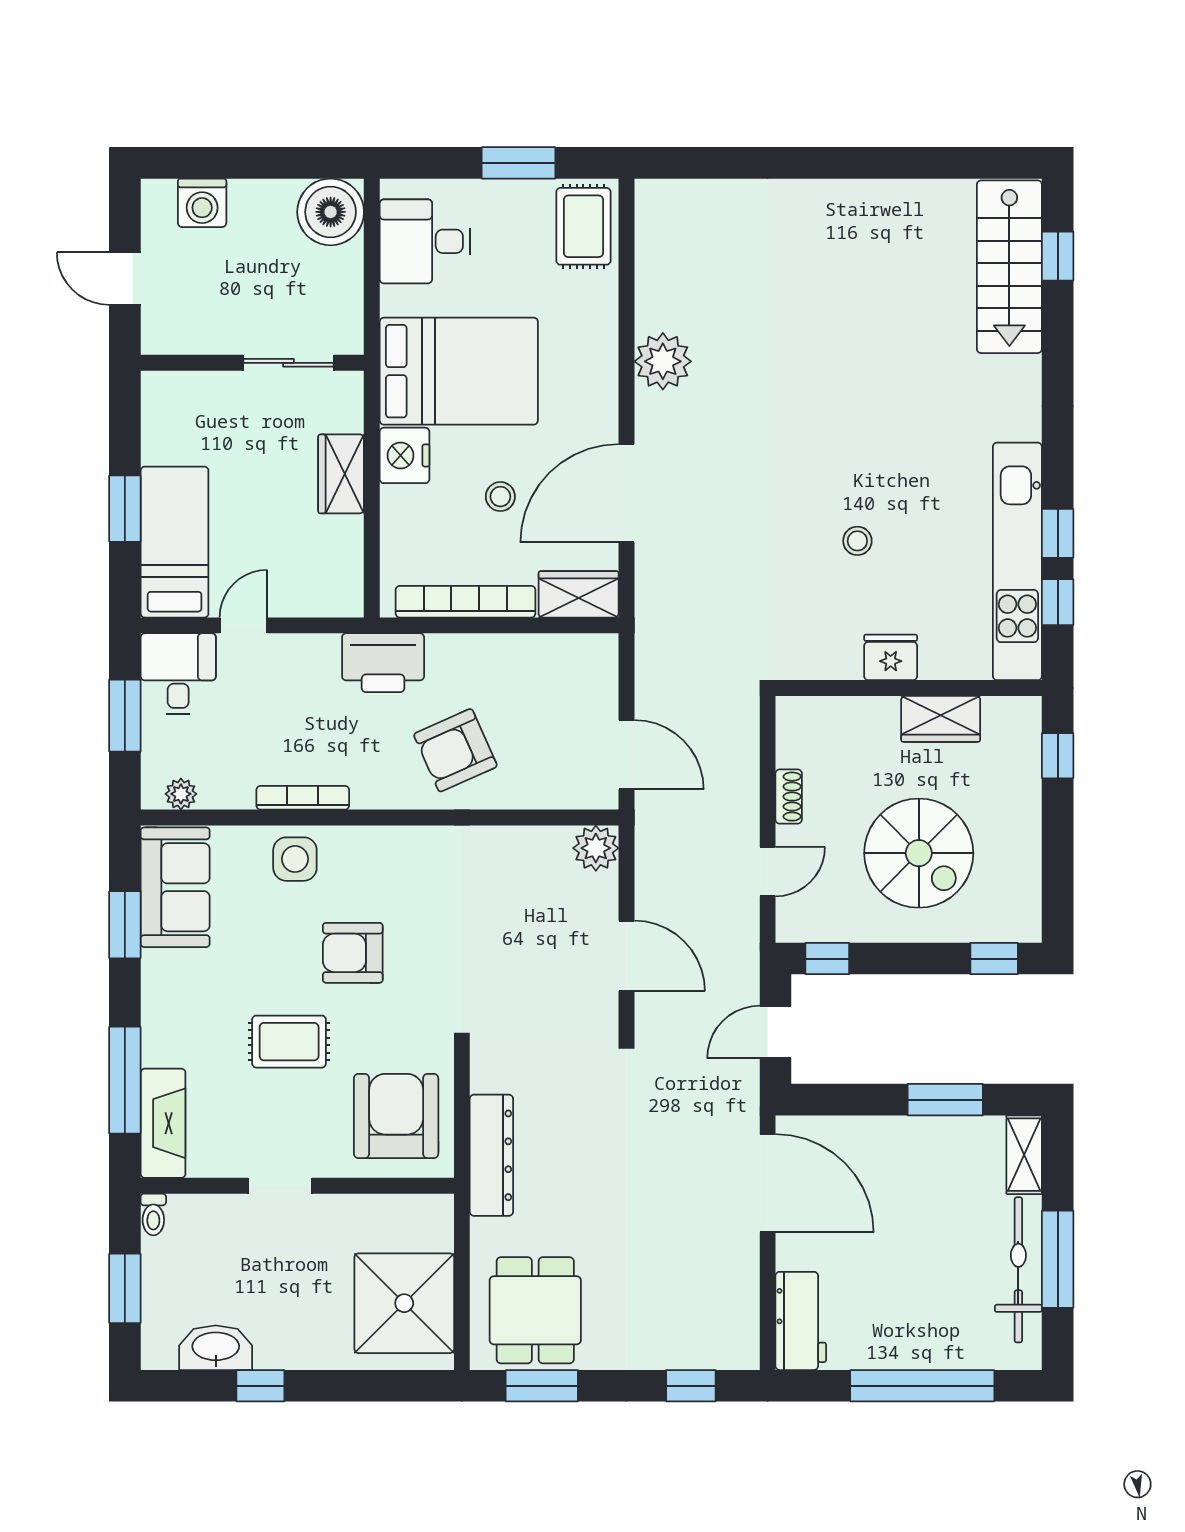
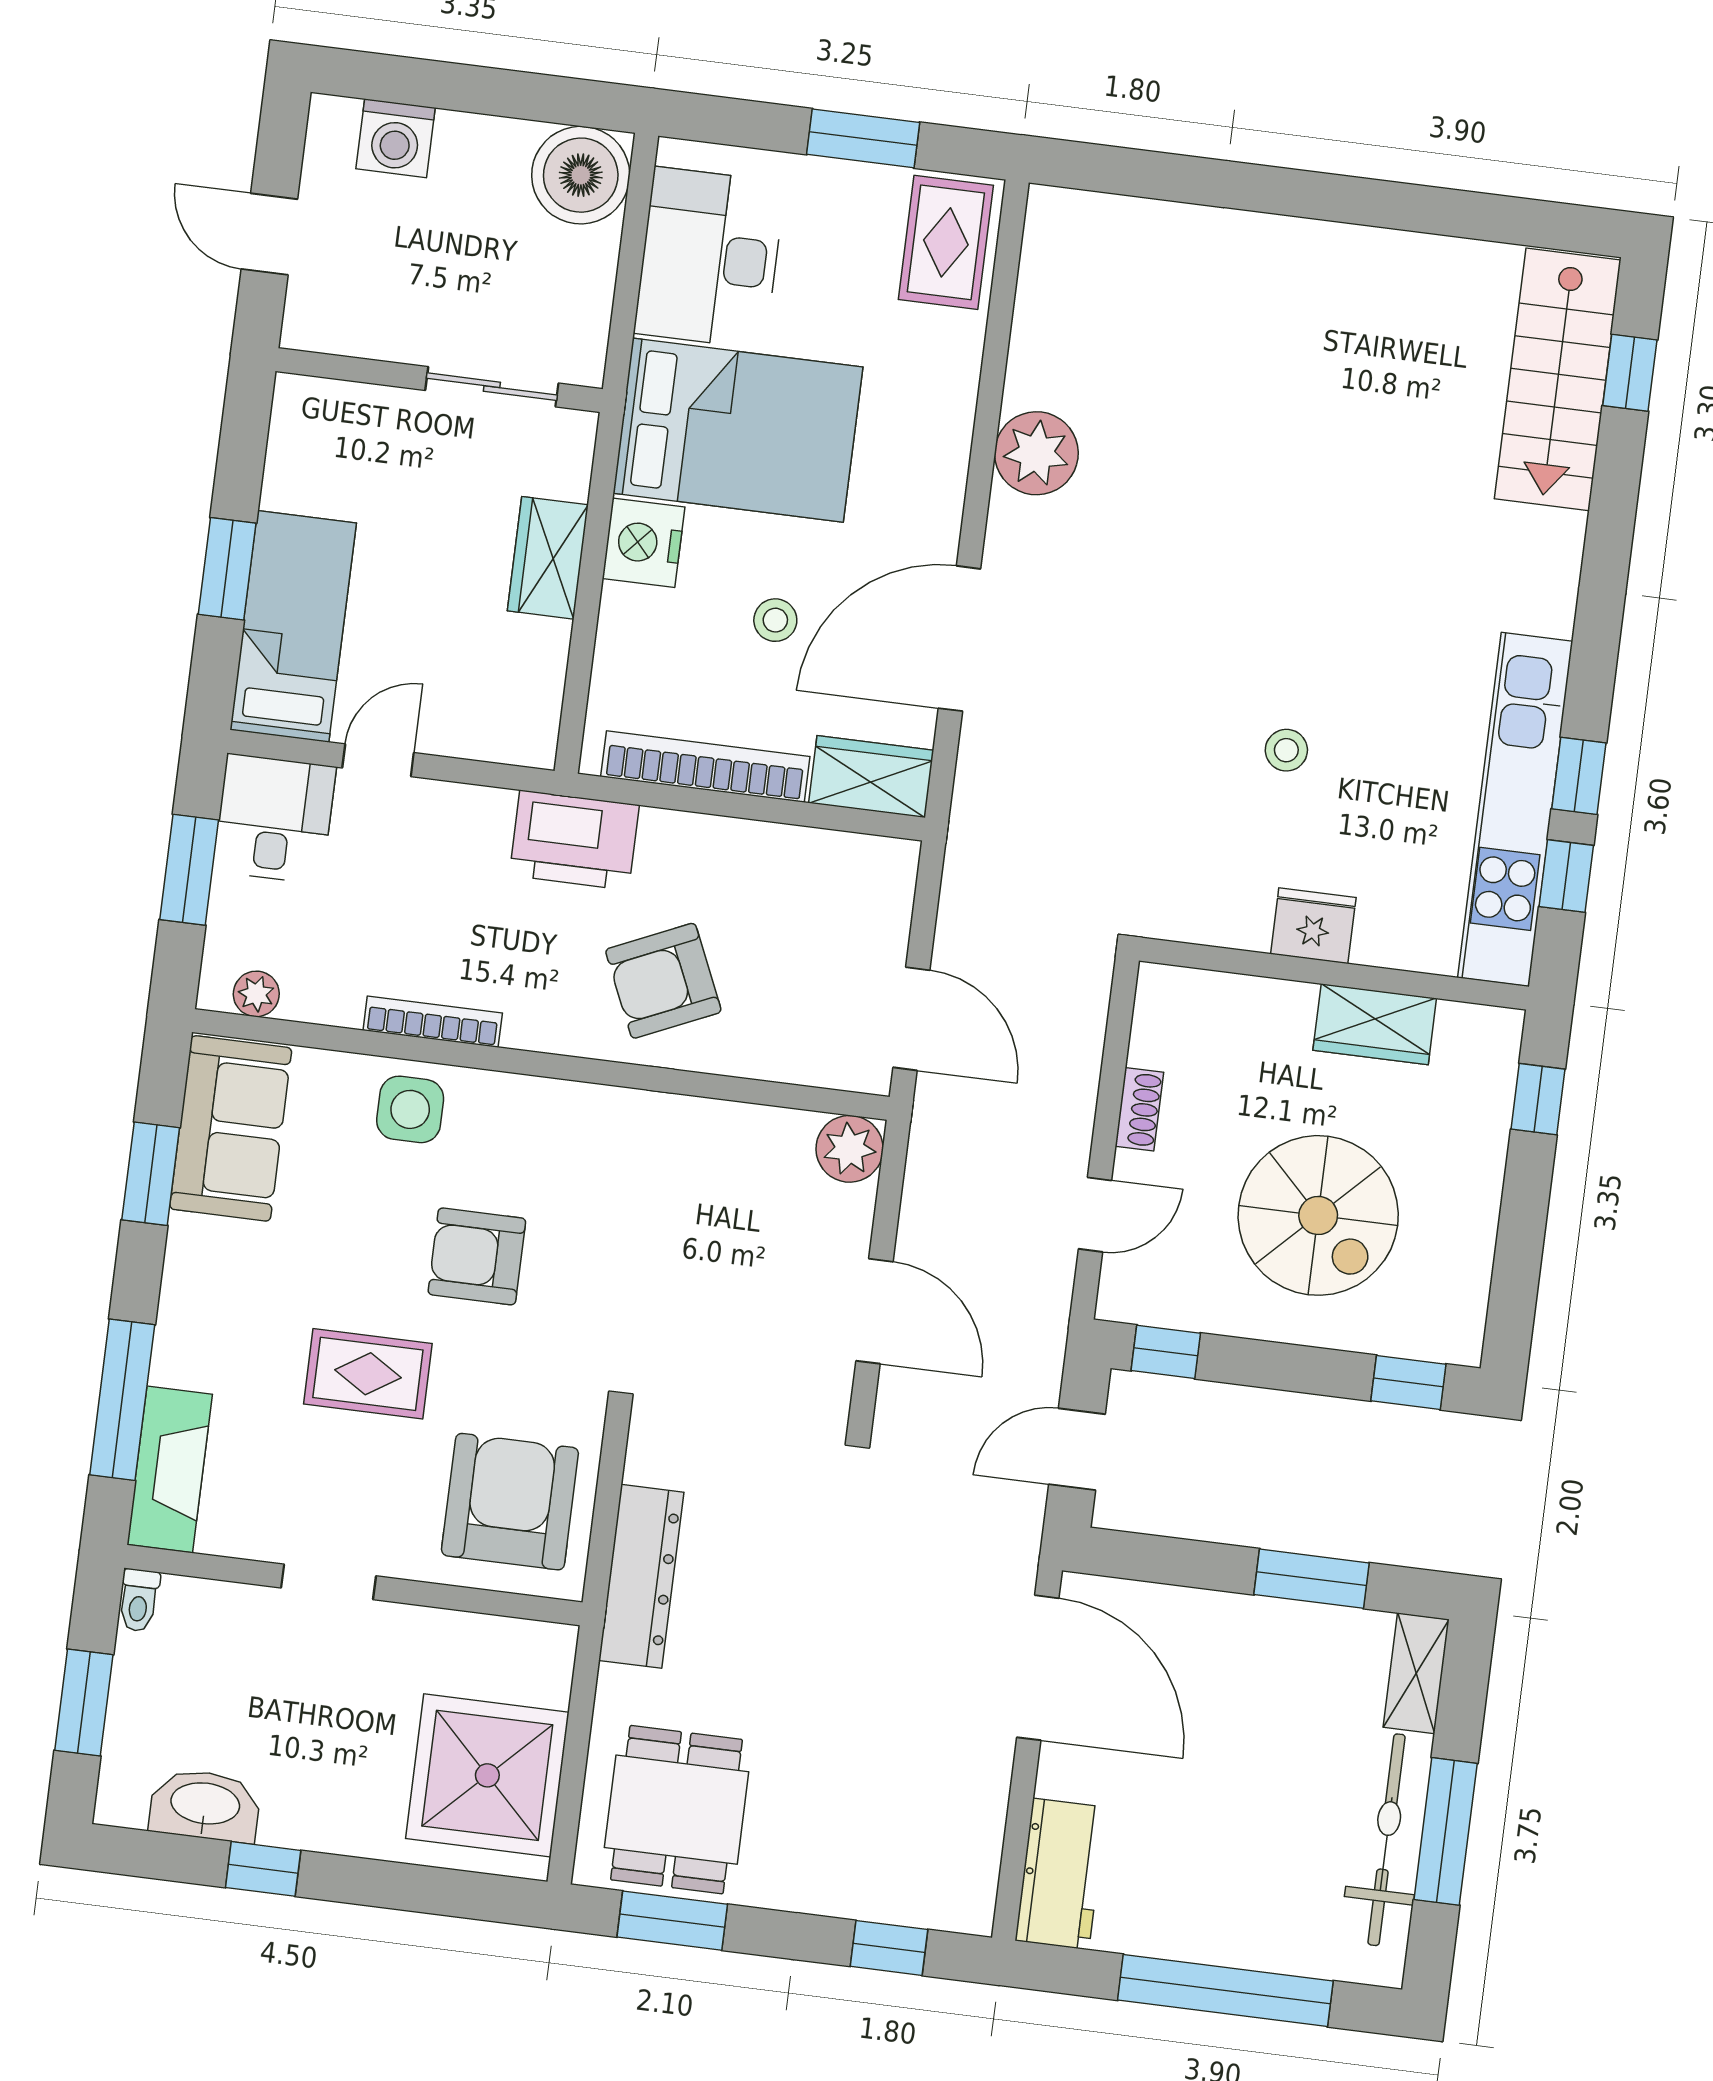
desk: (425, 241) -> (710, 258), width x1.37

